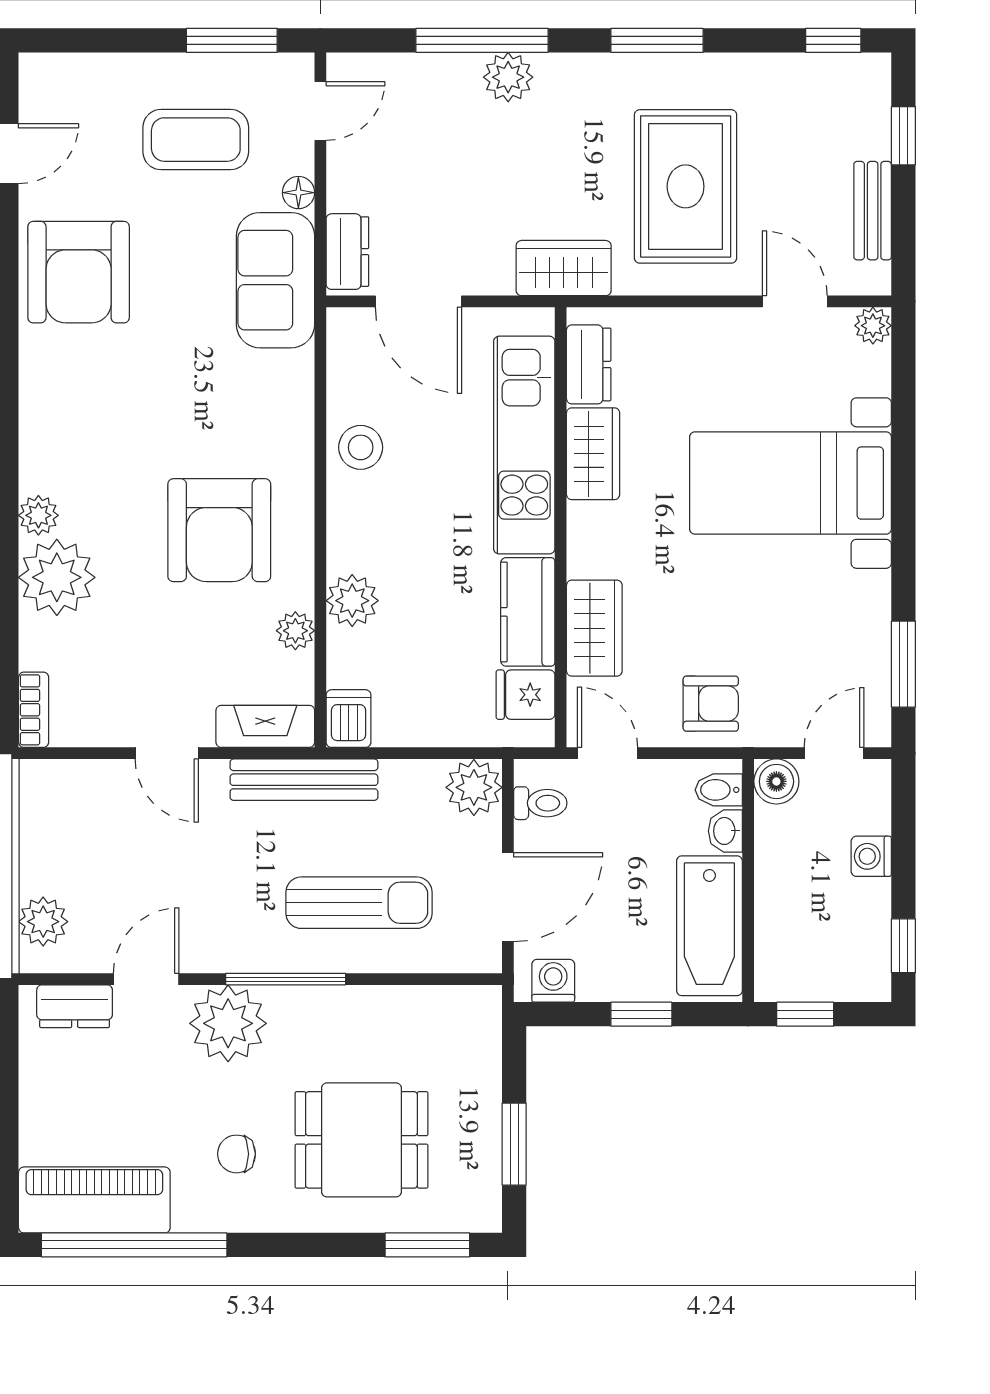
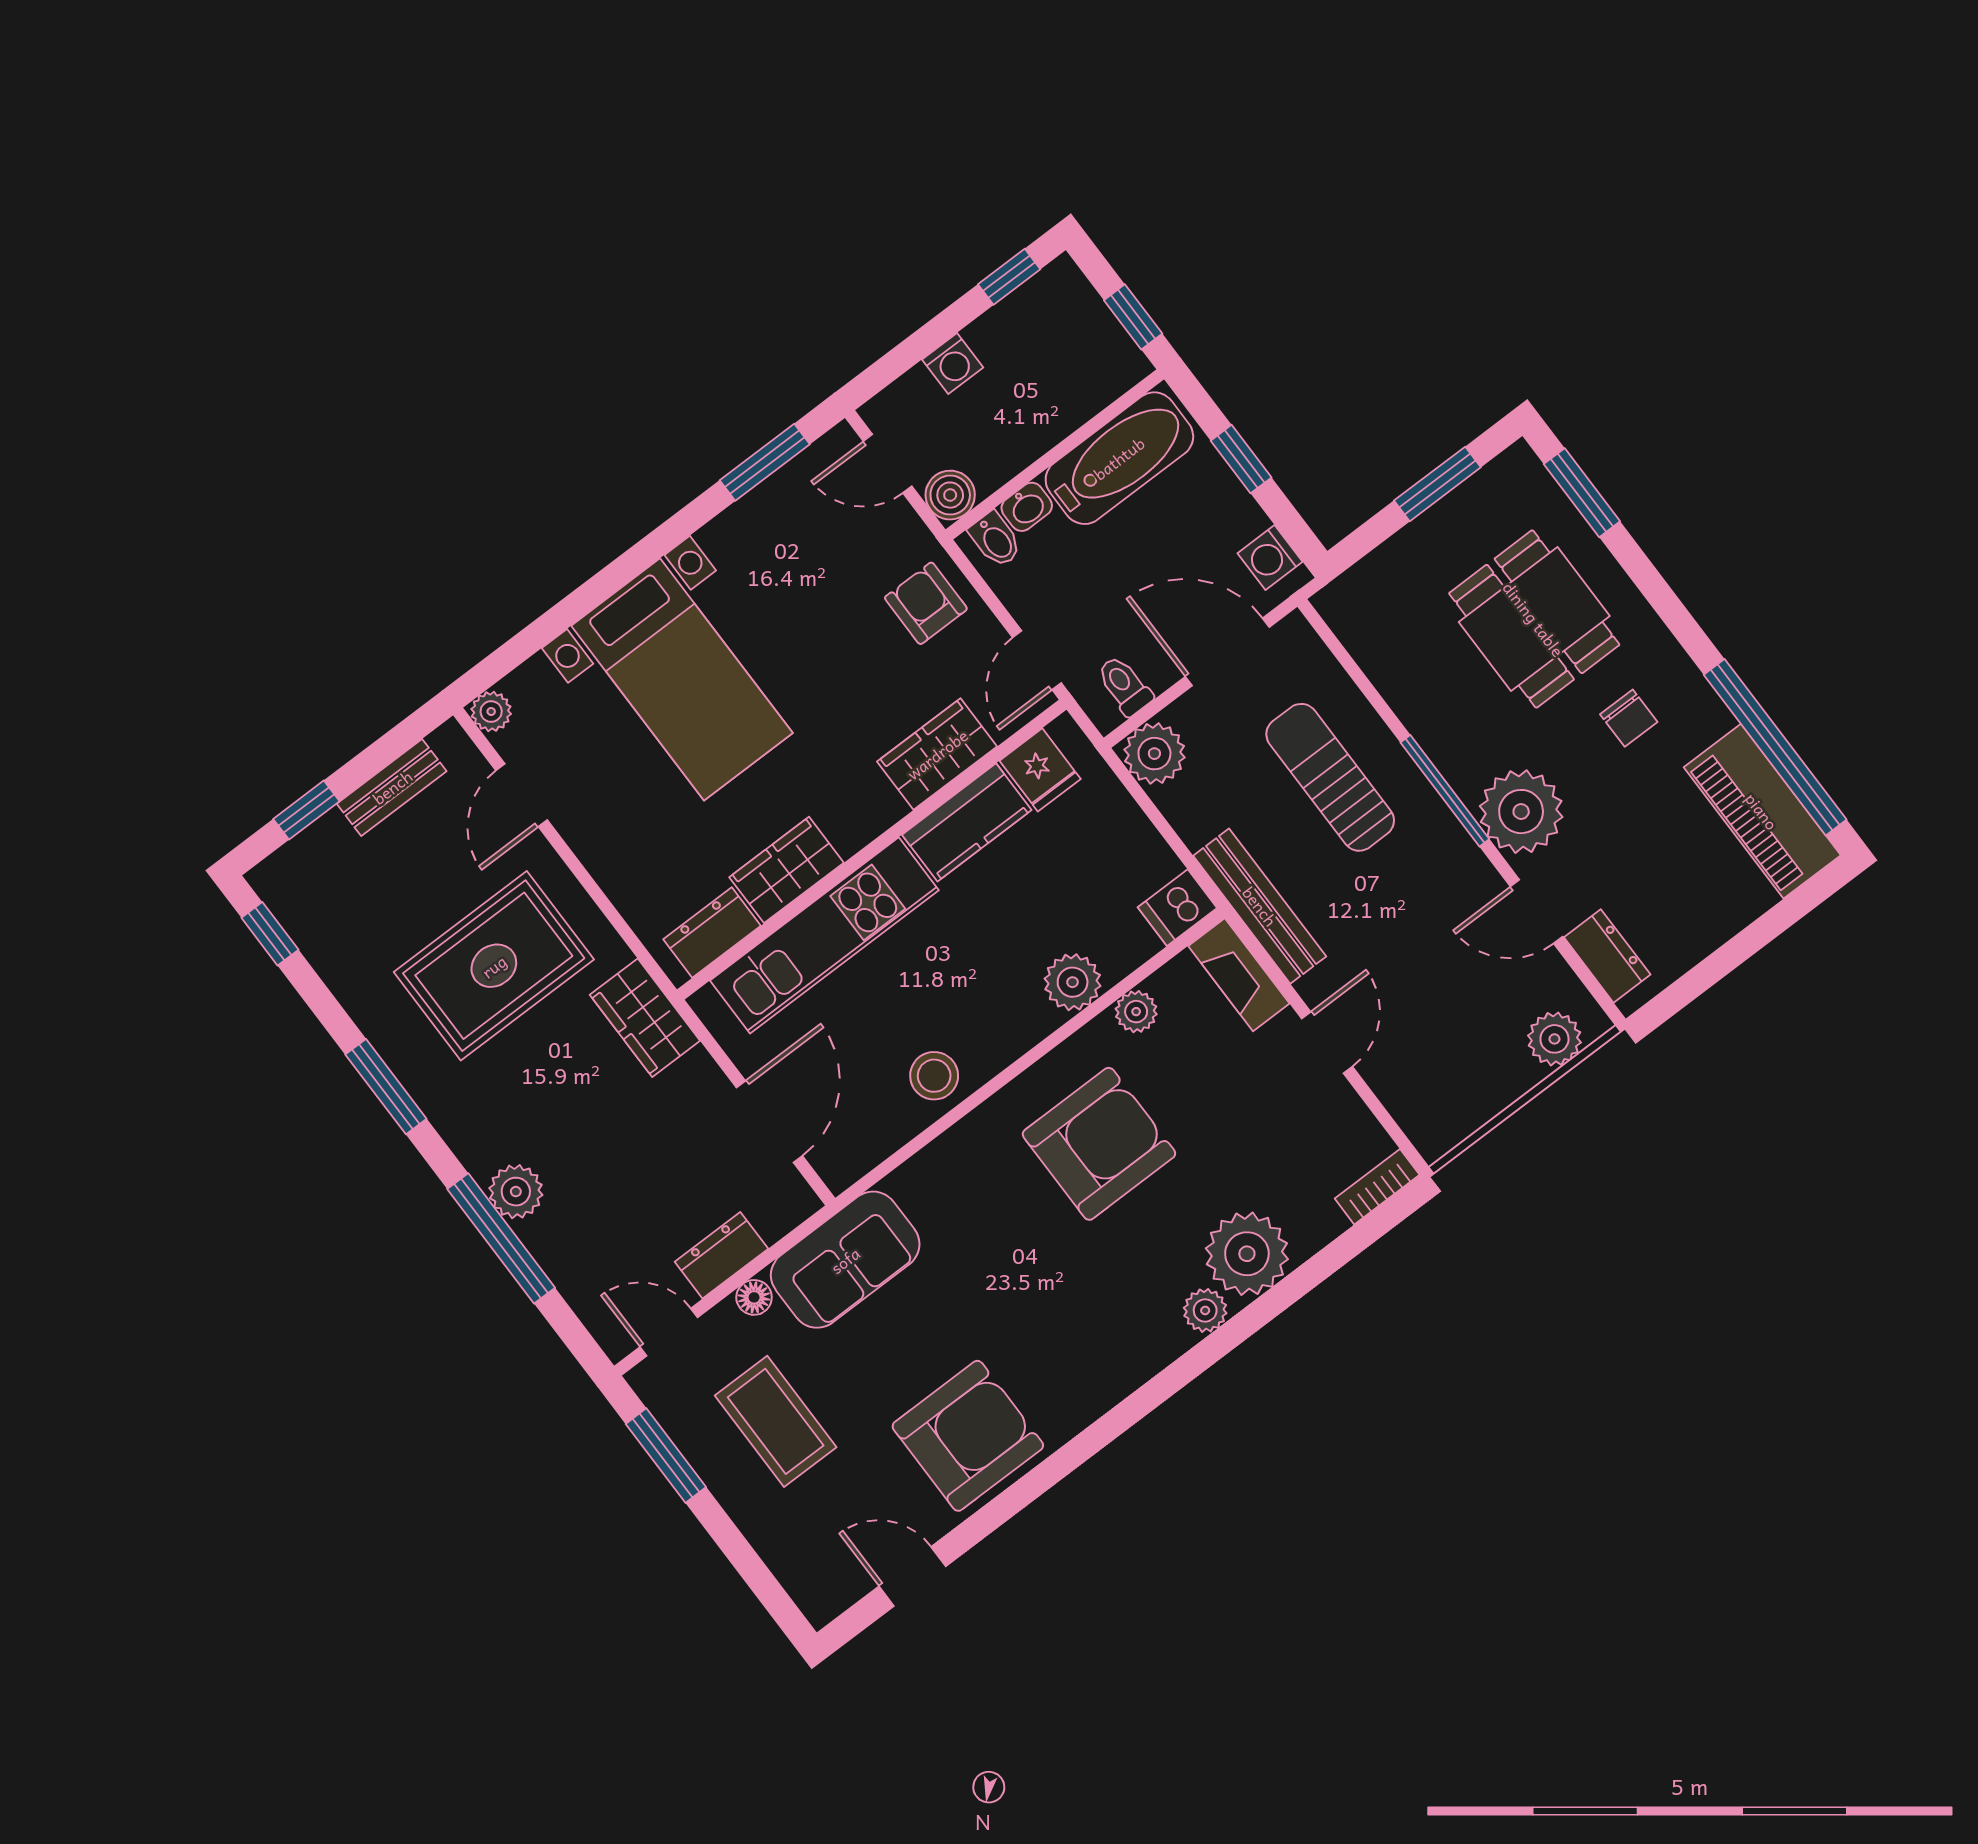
dresser: (347, 252) -> (721, 1255), moved

